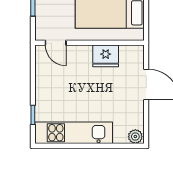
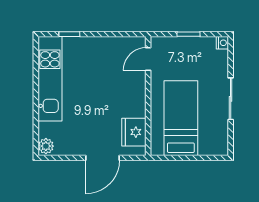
fridge: (106, 56) -> (134, 132), moved

